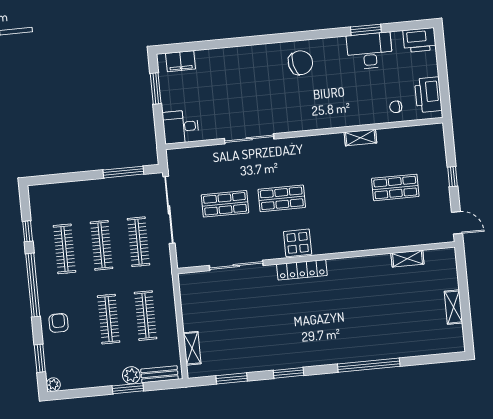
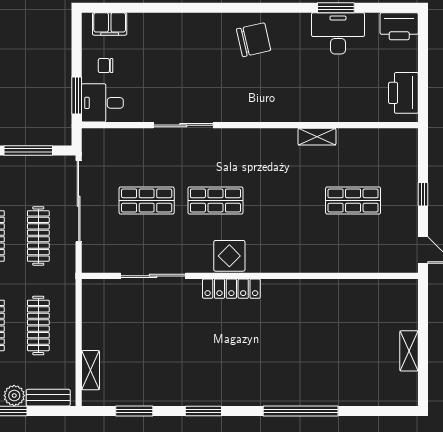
window: (156, 88) -> (77, 95), moved
chair: (396, 107) -> (106, 66), moved
shelving: (407, 259) -> (359, 287), removed

